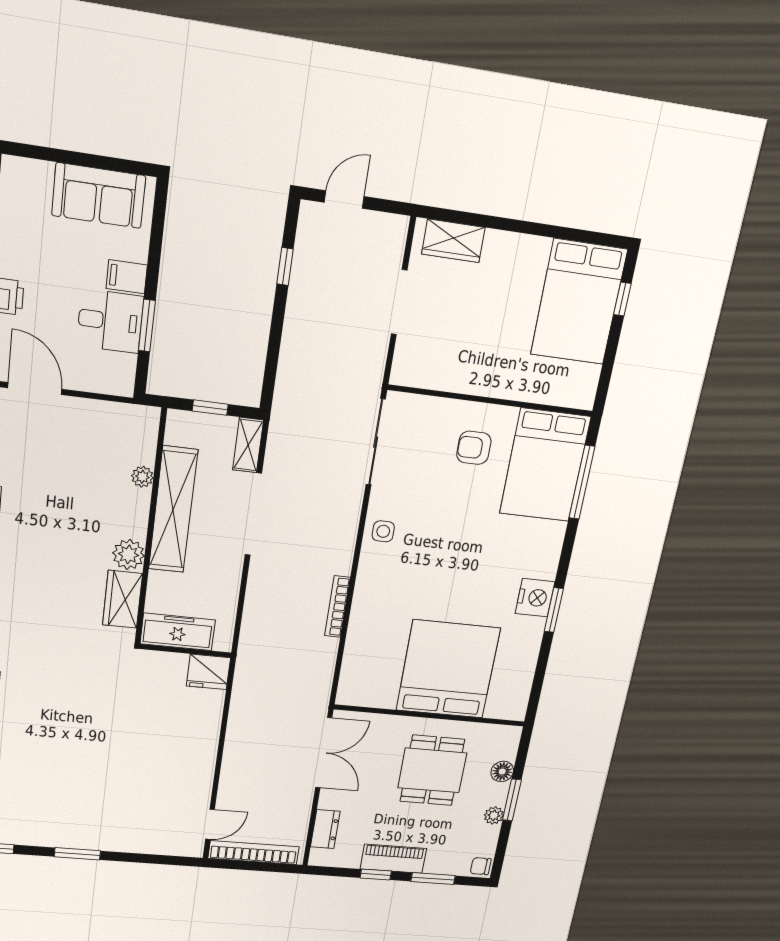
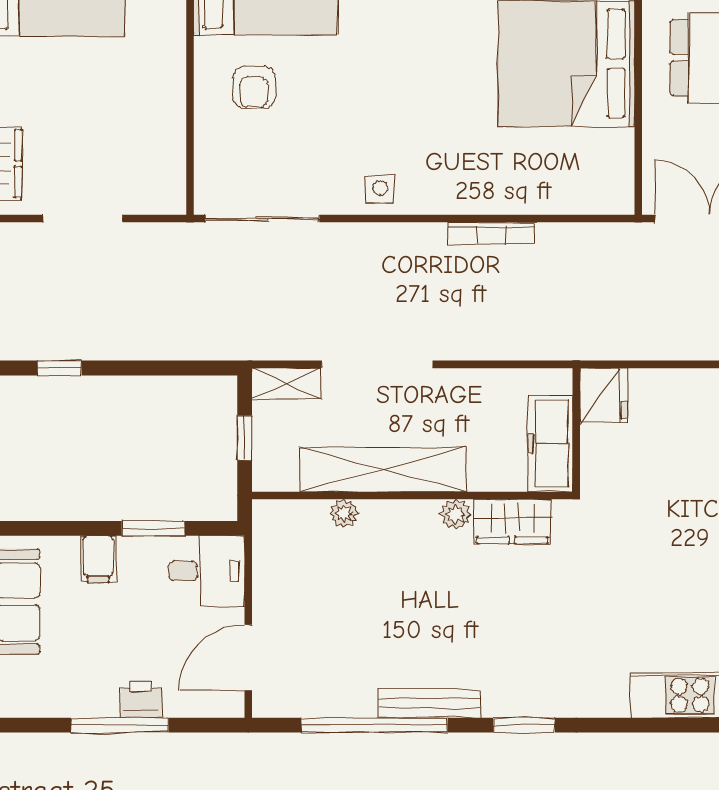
desk: (110, 321) -> (207, 571), moved, turned 90
plant: (129, 554) -> (455, 514), width x0.73, depth x0.73

